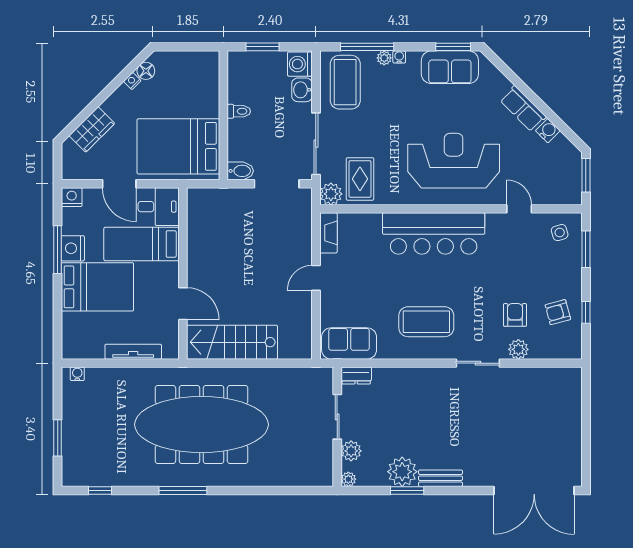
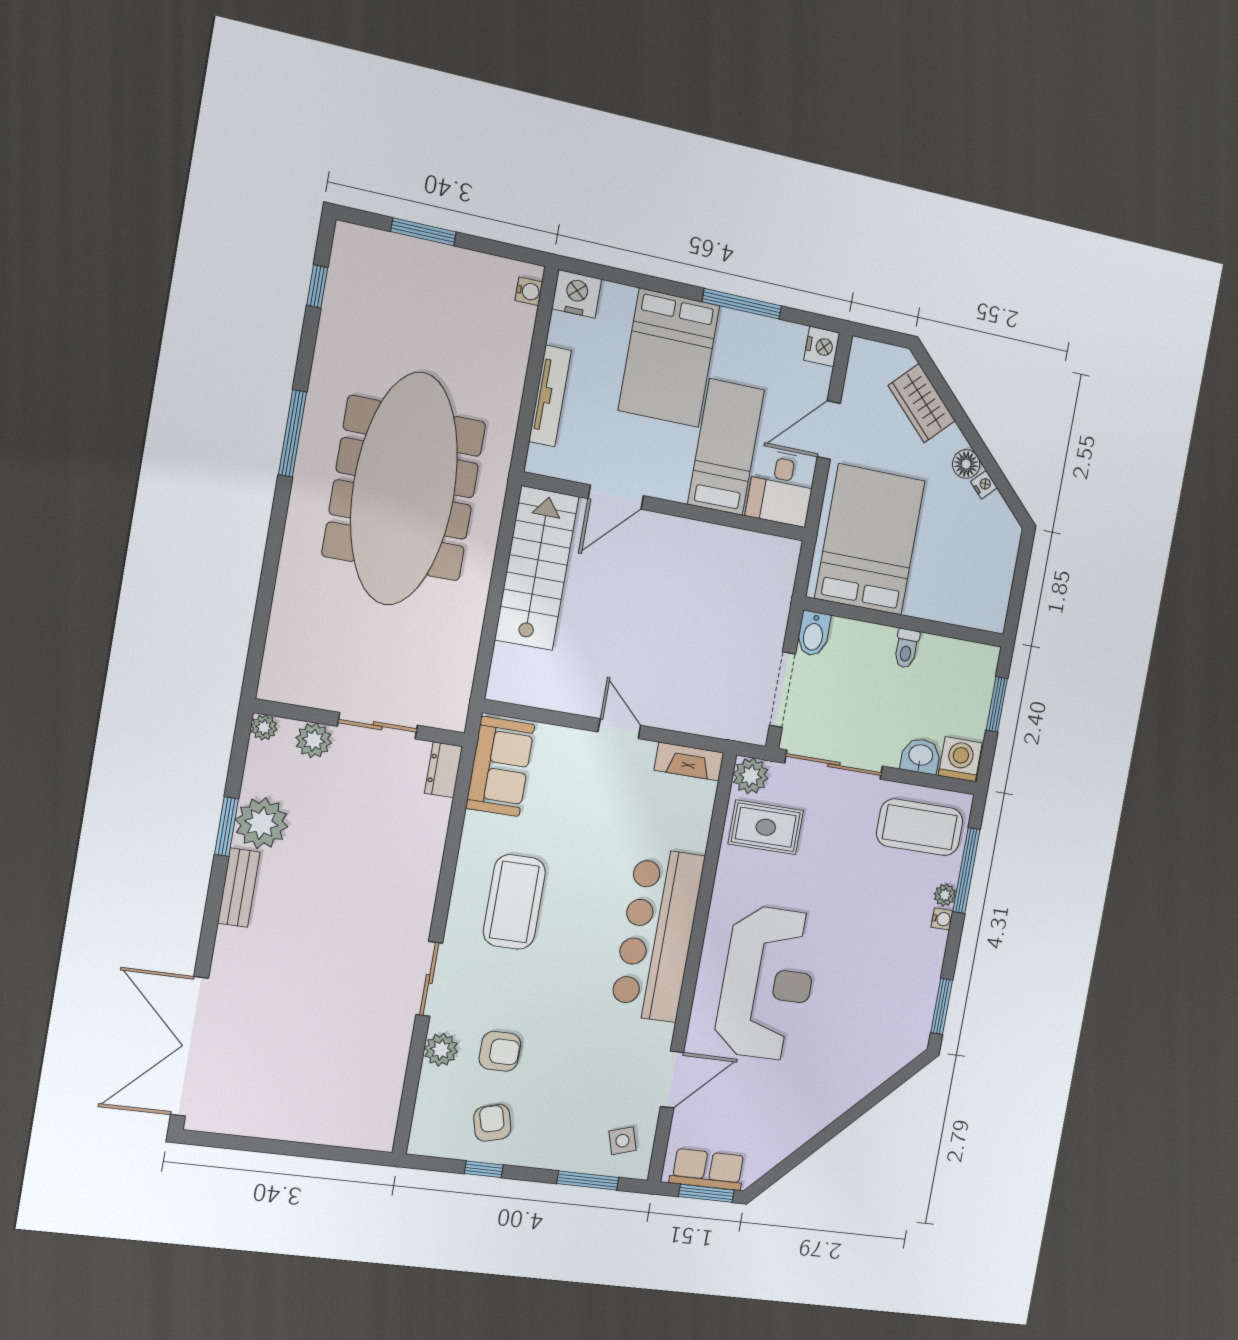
sofa: (450, 67) -> (912, 997), removed
floor lamp: (146, 71) -> (966, 464), moved
row of seats: (523, 109) -> (708, 1169), moved, turned 45
water cooler: (548, 131) -> (787, 1140), removed
door: (519, 209) -> (672, 1080), width x1.38
nightstand: (73, 248) -> (577, 294), moved

